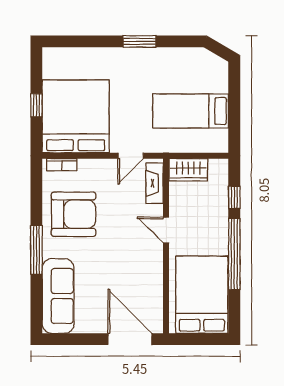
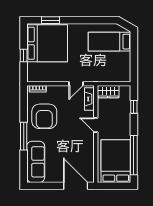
window: (139, 41) -> (50, 20), moved
bed: (191, 111) -> (109, 42), moved
bed: (76, 116) -> (47, 43), moved, turned 90
armchair: (74, 214) -> (44, 116), turned 90
window: (234, 254) -> (134, 155), moved

